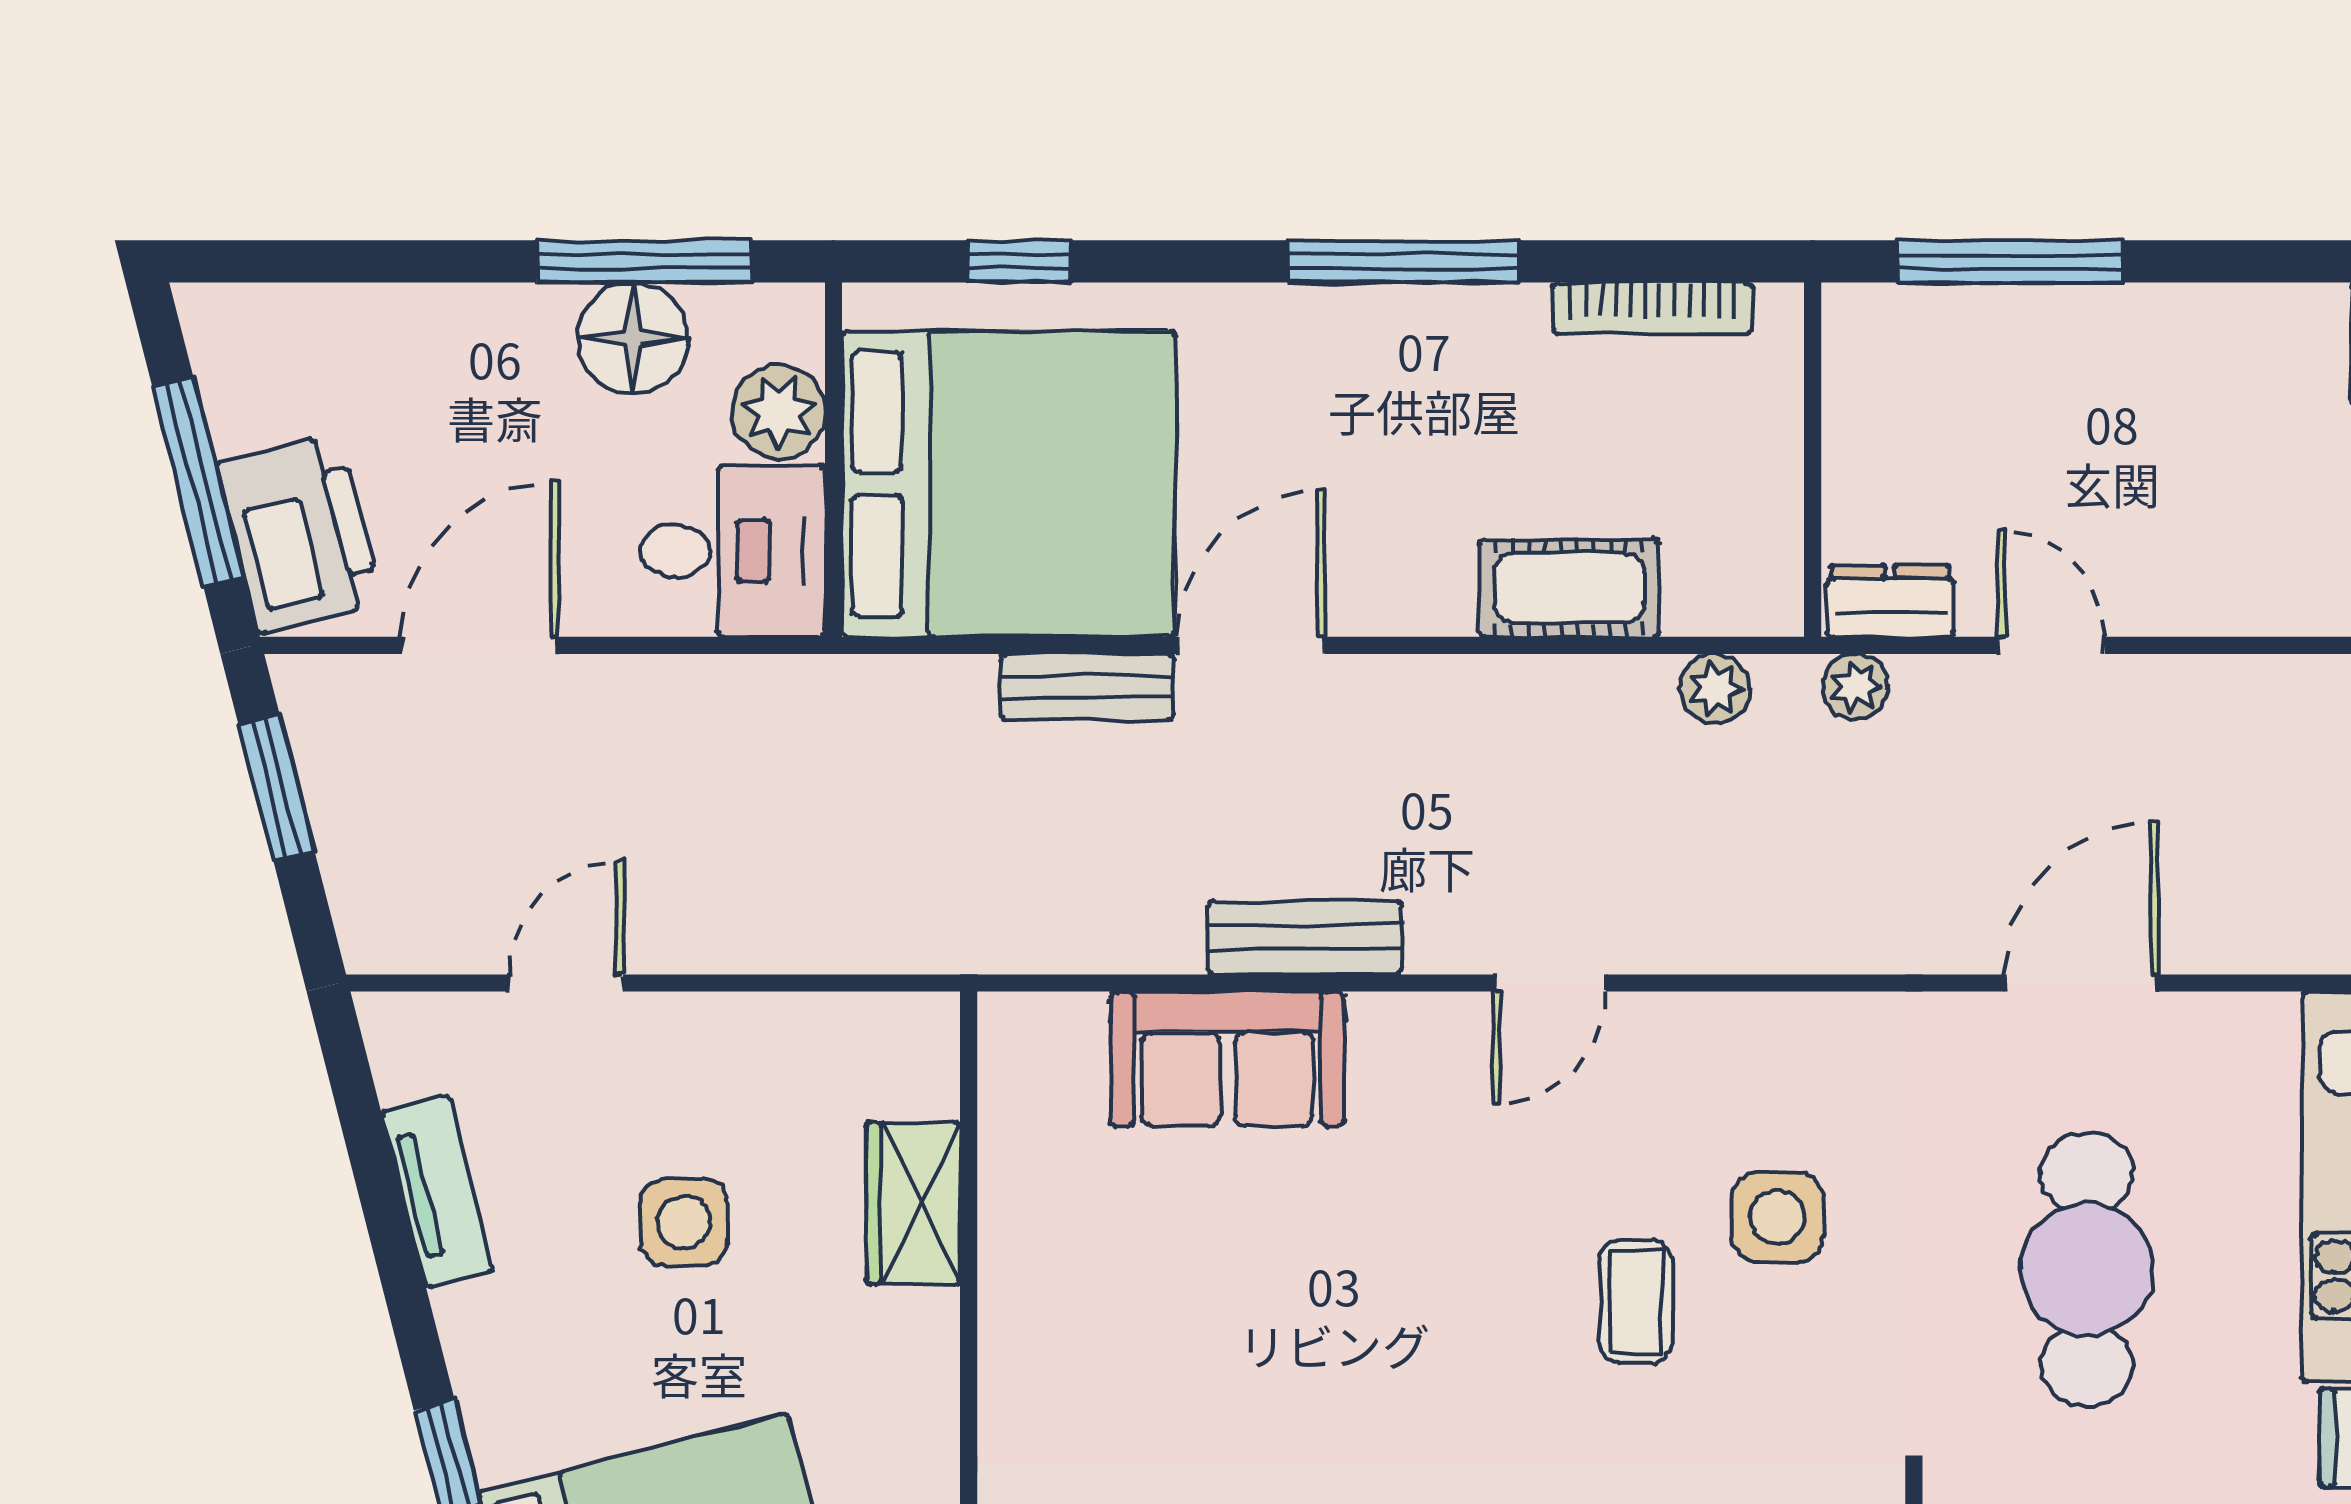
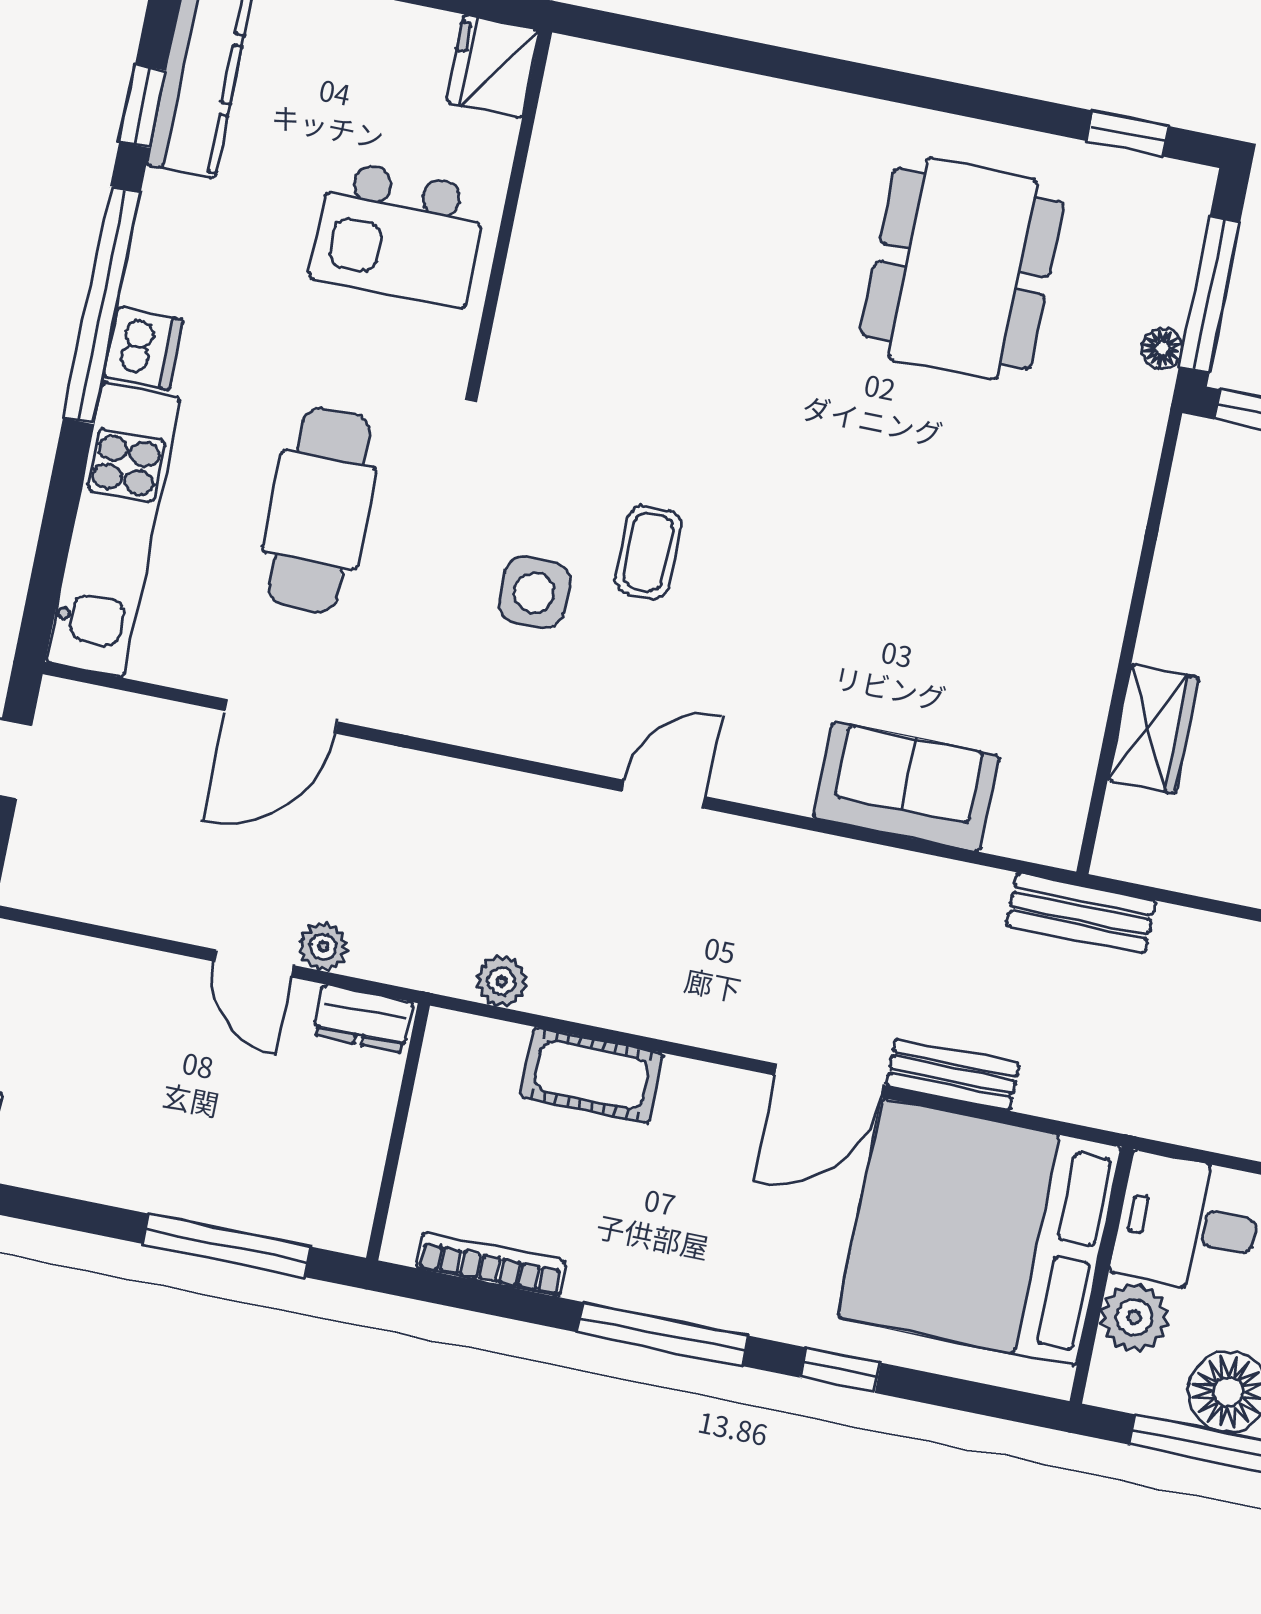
window: (1019, 261) -> (840, 1370), moved
plant: (1855, 687) -> (323, 947), moved
bench: (1305, 938) -> (1081, 913), moved

